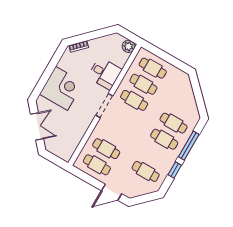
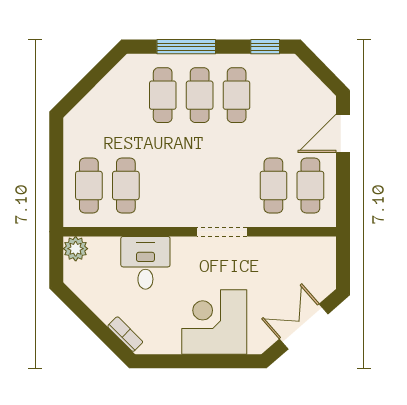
cafe table: (134, 100) -> (163, 185), removed
doorway: (104, 106) -> (222, 232), moved
window: (175, 170) -> (265, 47), moved
cafe table: (146, 171) -> (237, 95), moved
door: (111, 192) -> (343, 133), swing flipped

